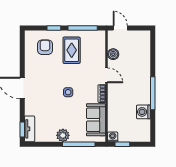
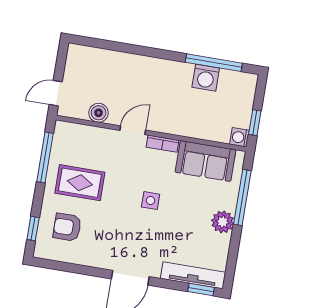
window: (54, 28) -> (33, 229), moved
window: (153, 93) -> (214, 63), moved
tv unit: (30, 129) -> (193, 275), width x1.41

